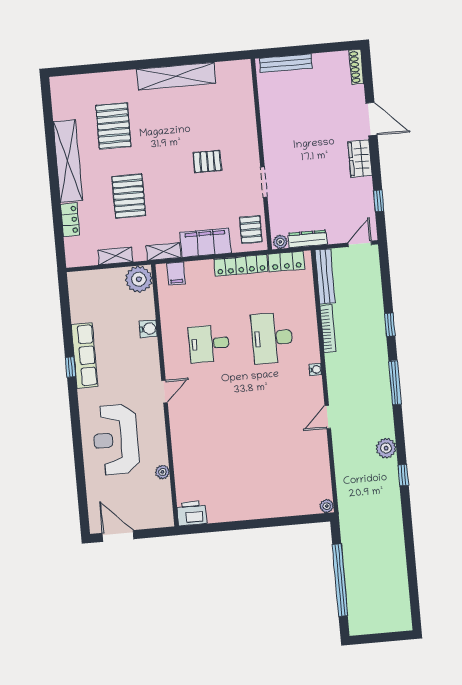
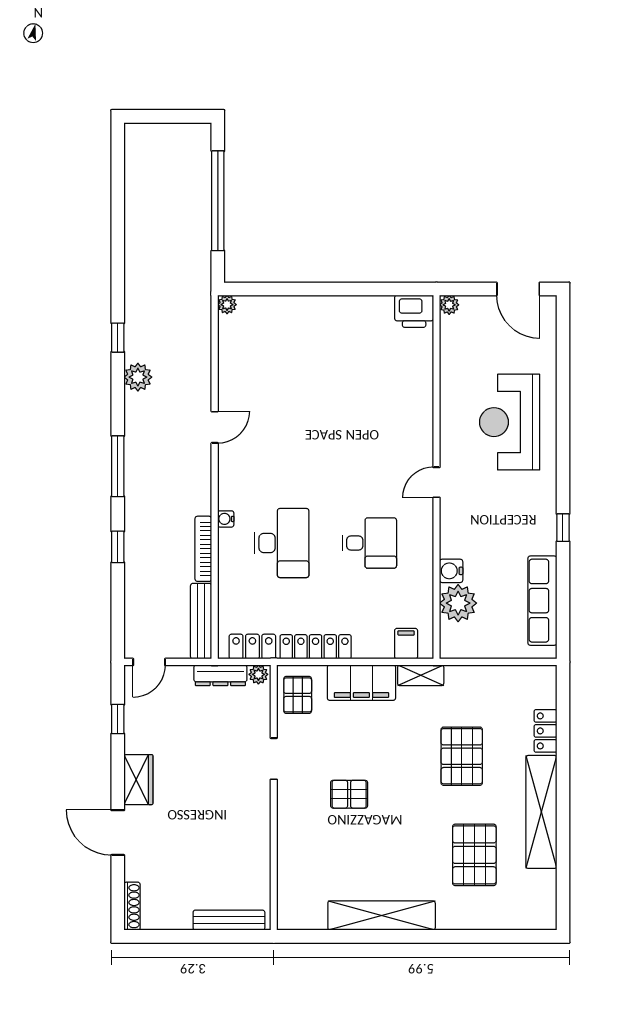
shelving: (115, 256) -> (488, 675), removed
plant: (139, 279) -> (458, 603), moved
row of seats: (84, 356) -> (542, 601), moved
water cooler: (315, 370) -> (226, 519), moved
reception desk: (116, 440) -> (510, 422), turned 180
plant: (162, 472) -> (449, 305), moved

